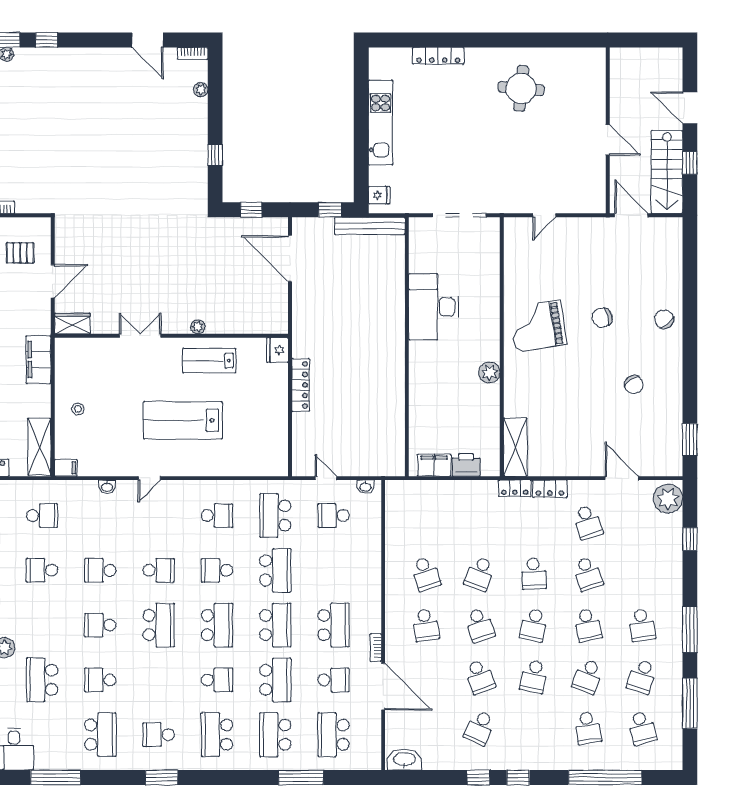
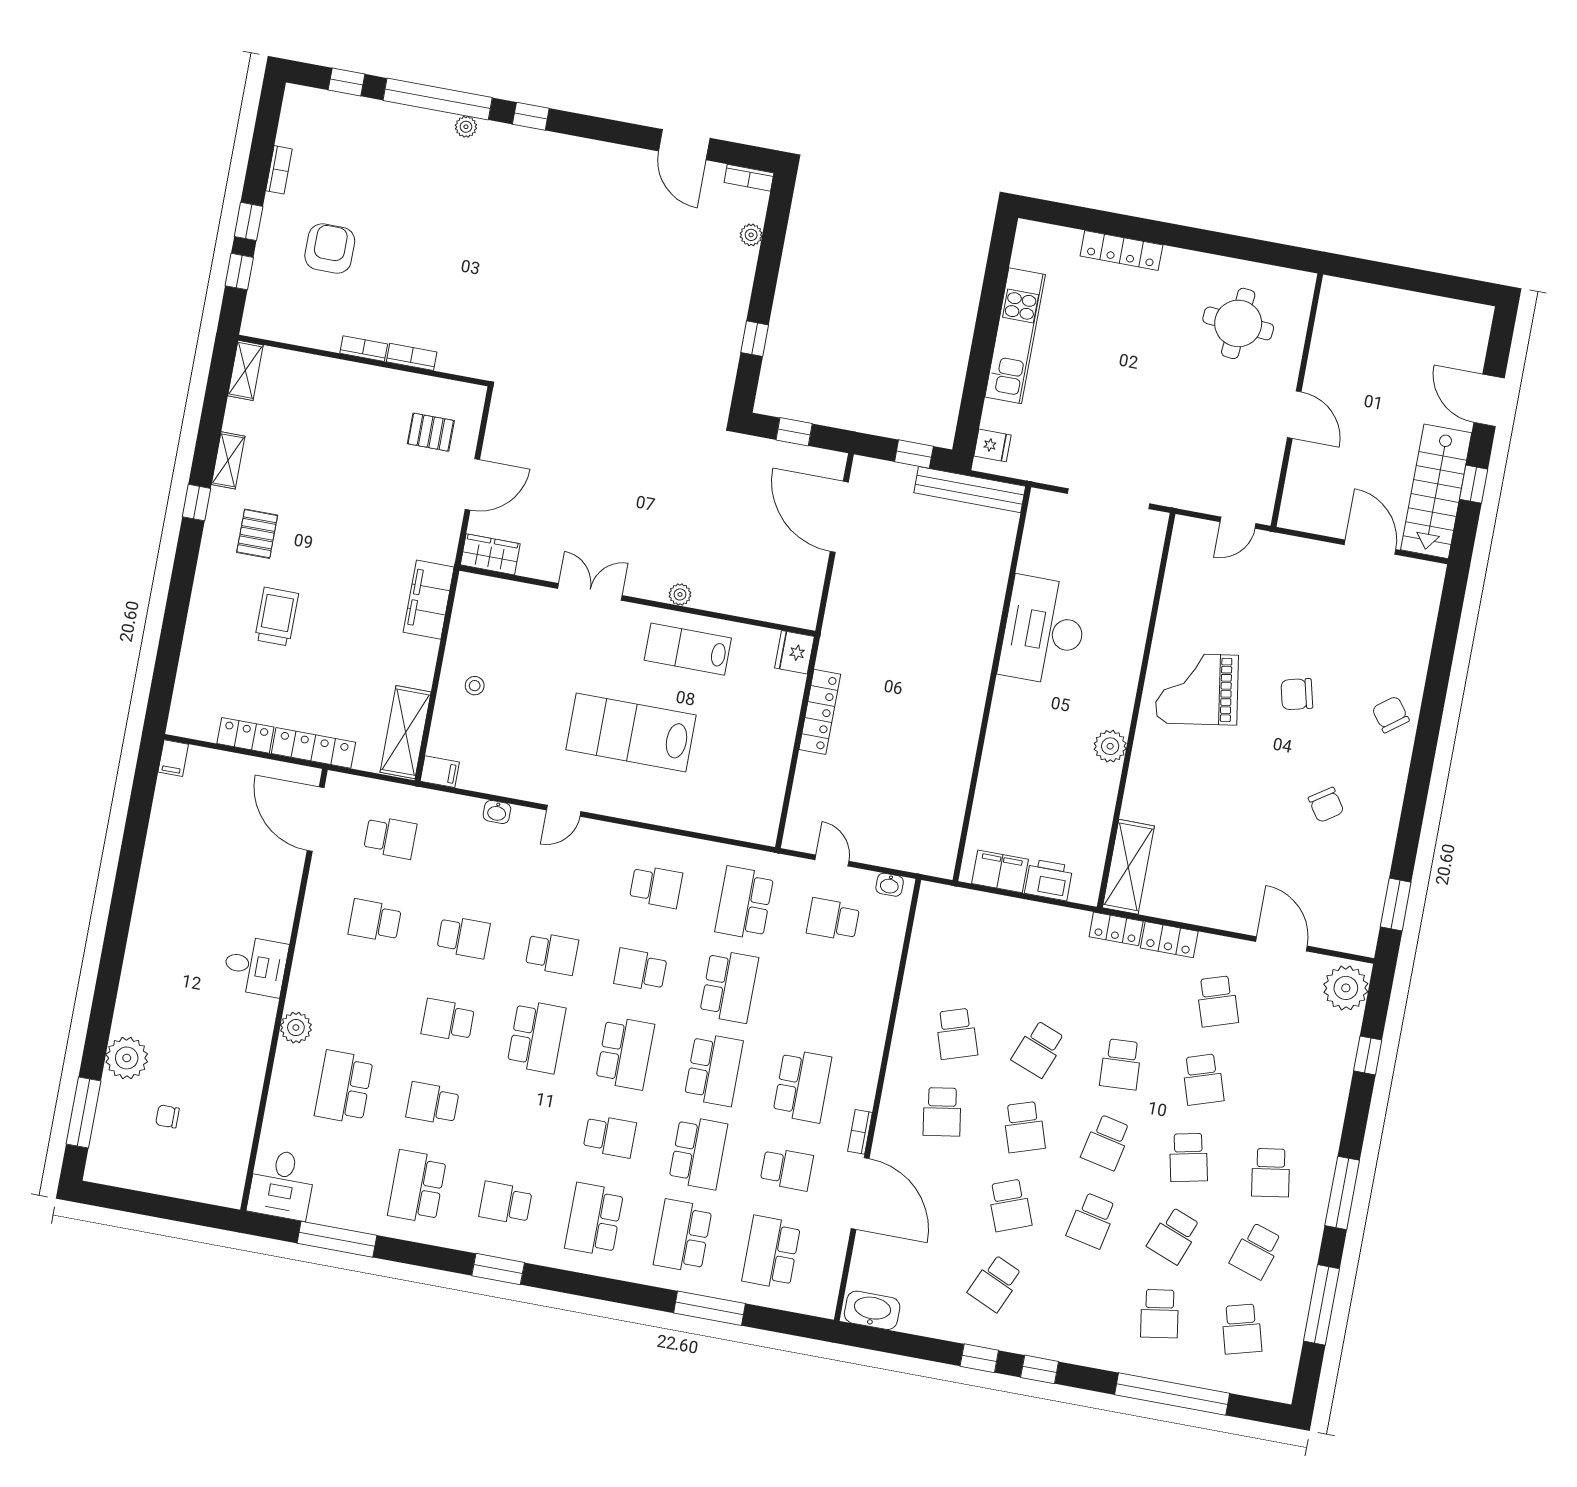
wall: (608, 130) -> (1297, 400), moved
door: (608, 140) -> (1294, 415), moved
school desk: (100, 570) -> (463, 937), turned 180
school desk: (100, 735) -> (417, 1187), turned 180

